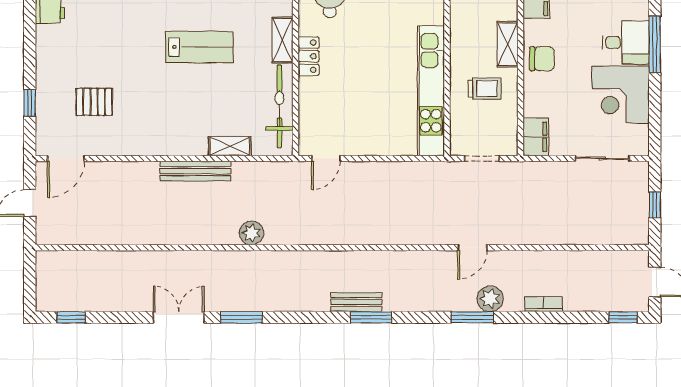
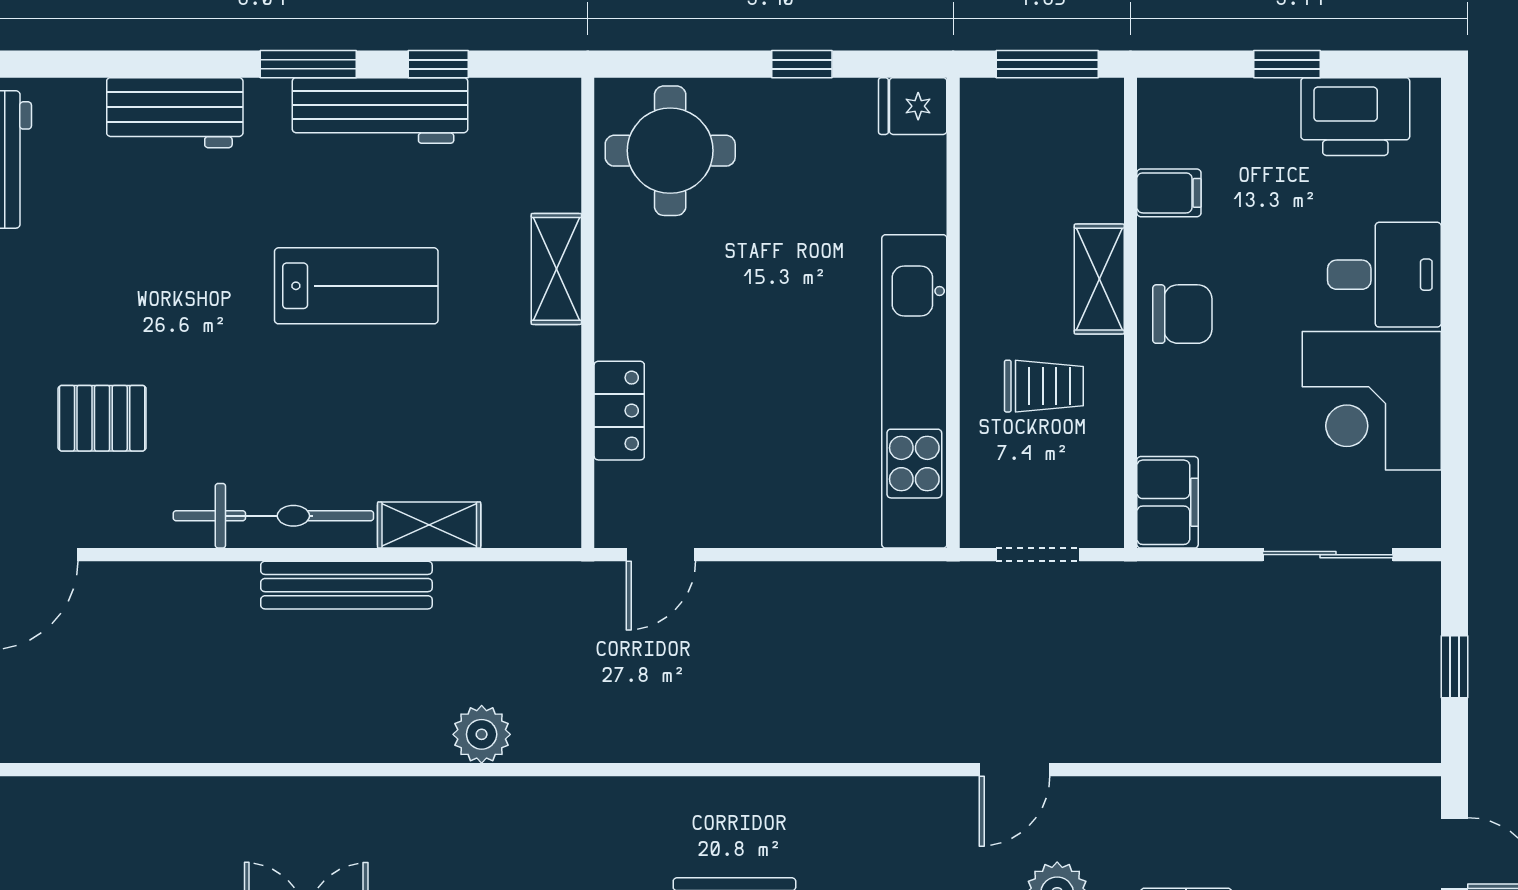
window: (655, 44) -> (1454, 279), removed
locker: (309, 56) -> (619, 411), moved
bicycle: (279, 106) -> (273, 516), moved, turned 90

